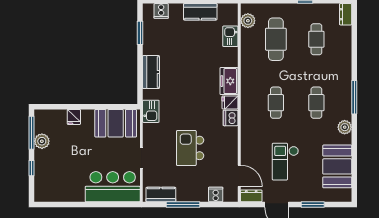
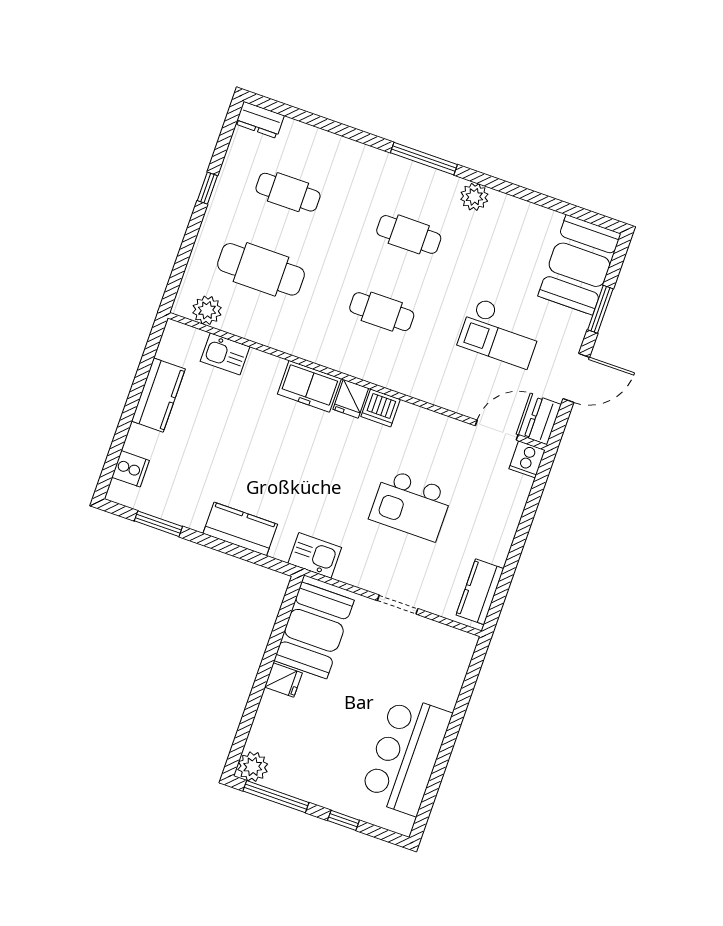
fridge: (74, 117) -> (283, 680), moved
plant: (42, 141) -> (253, 767), moved
booth: (337, 166) -> (579, 265), moved, turned 90
bar counter: (113, 187) -> (406, 755), moved
cooker: (216, 194) -> (527, 459), moved, turned -90
window: (183, 205) -> (514, 556), removed

